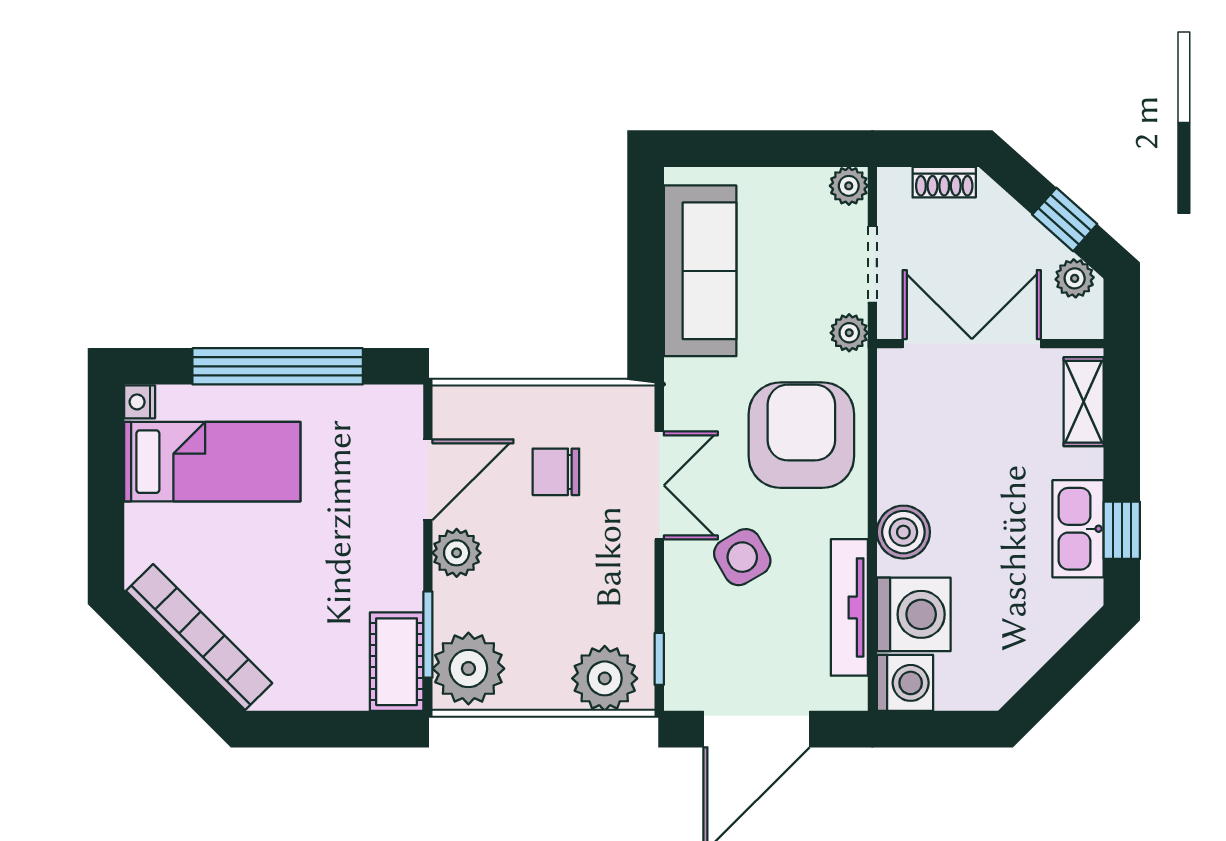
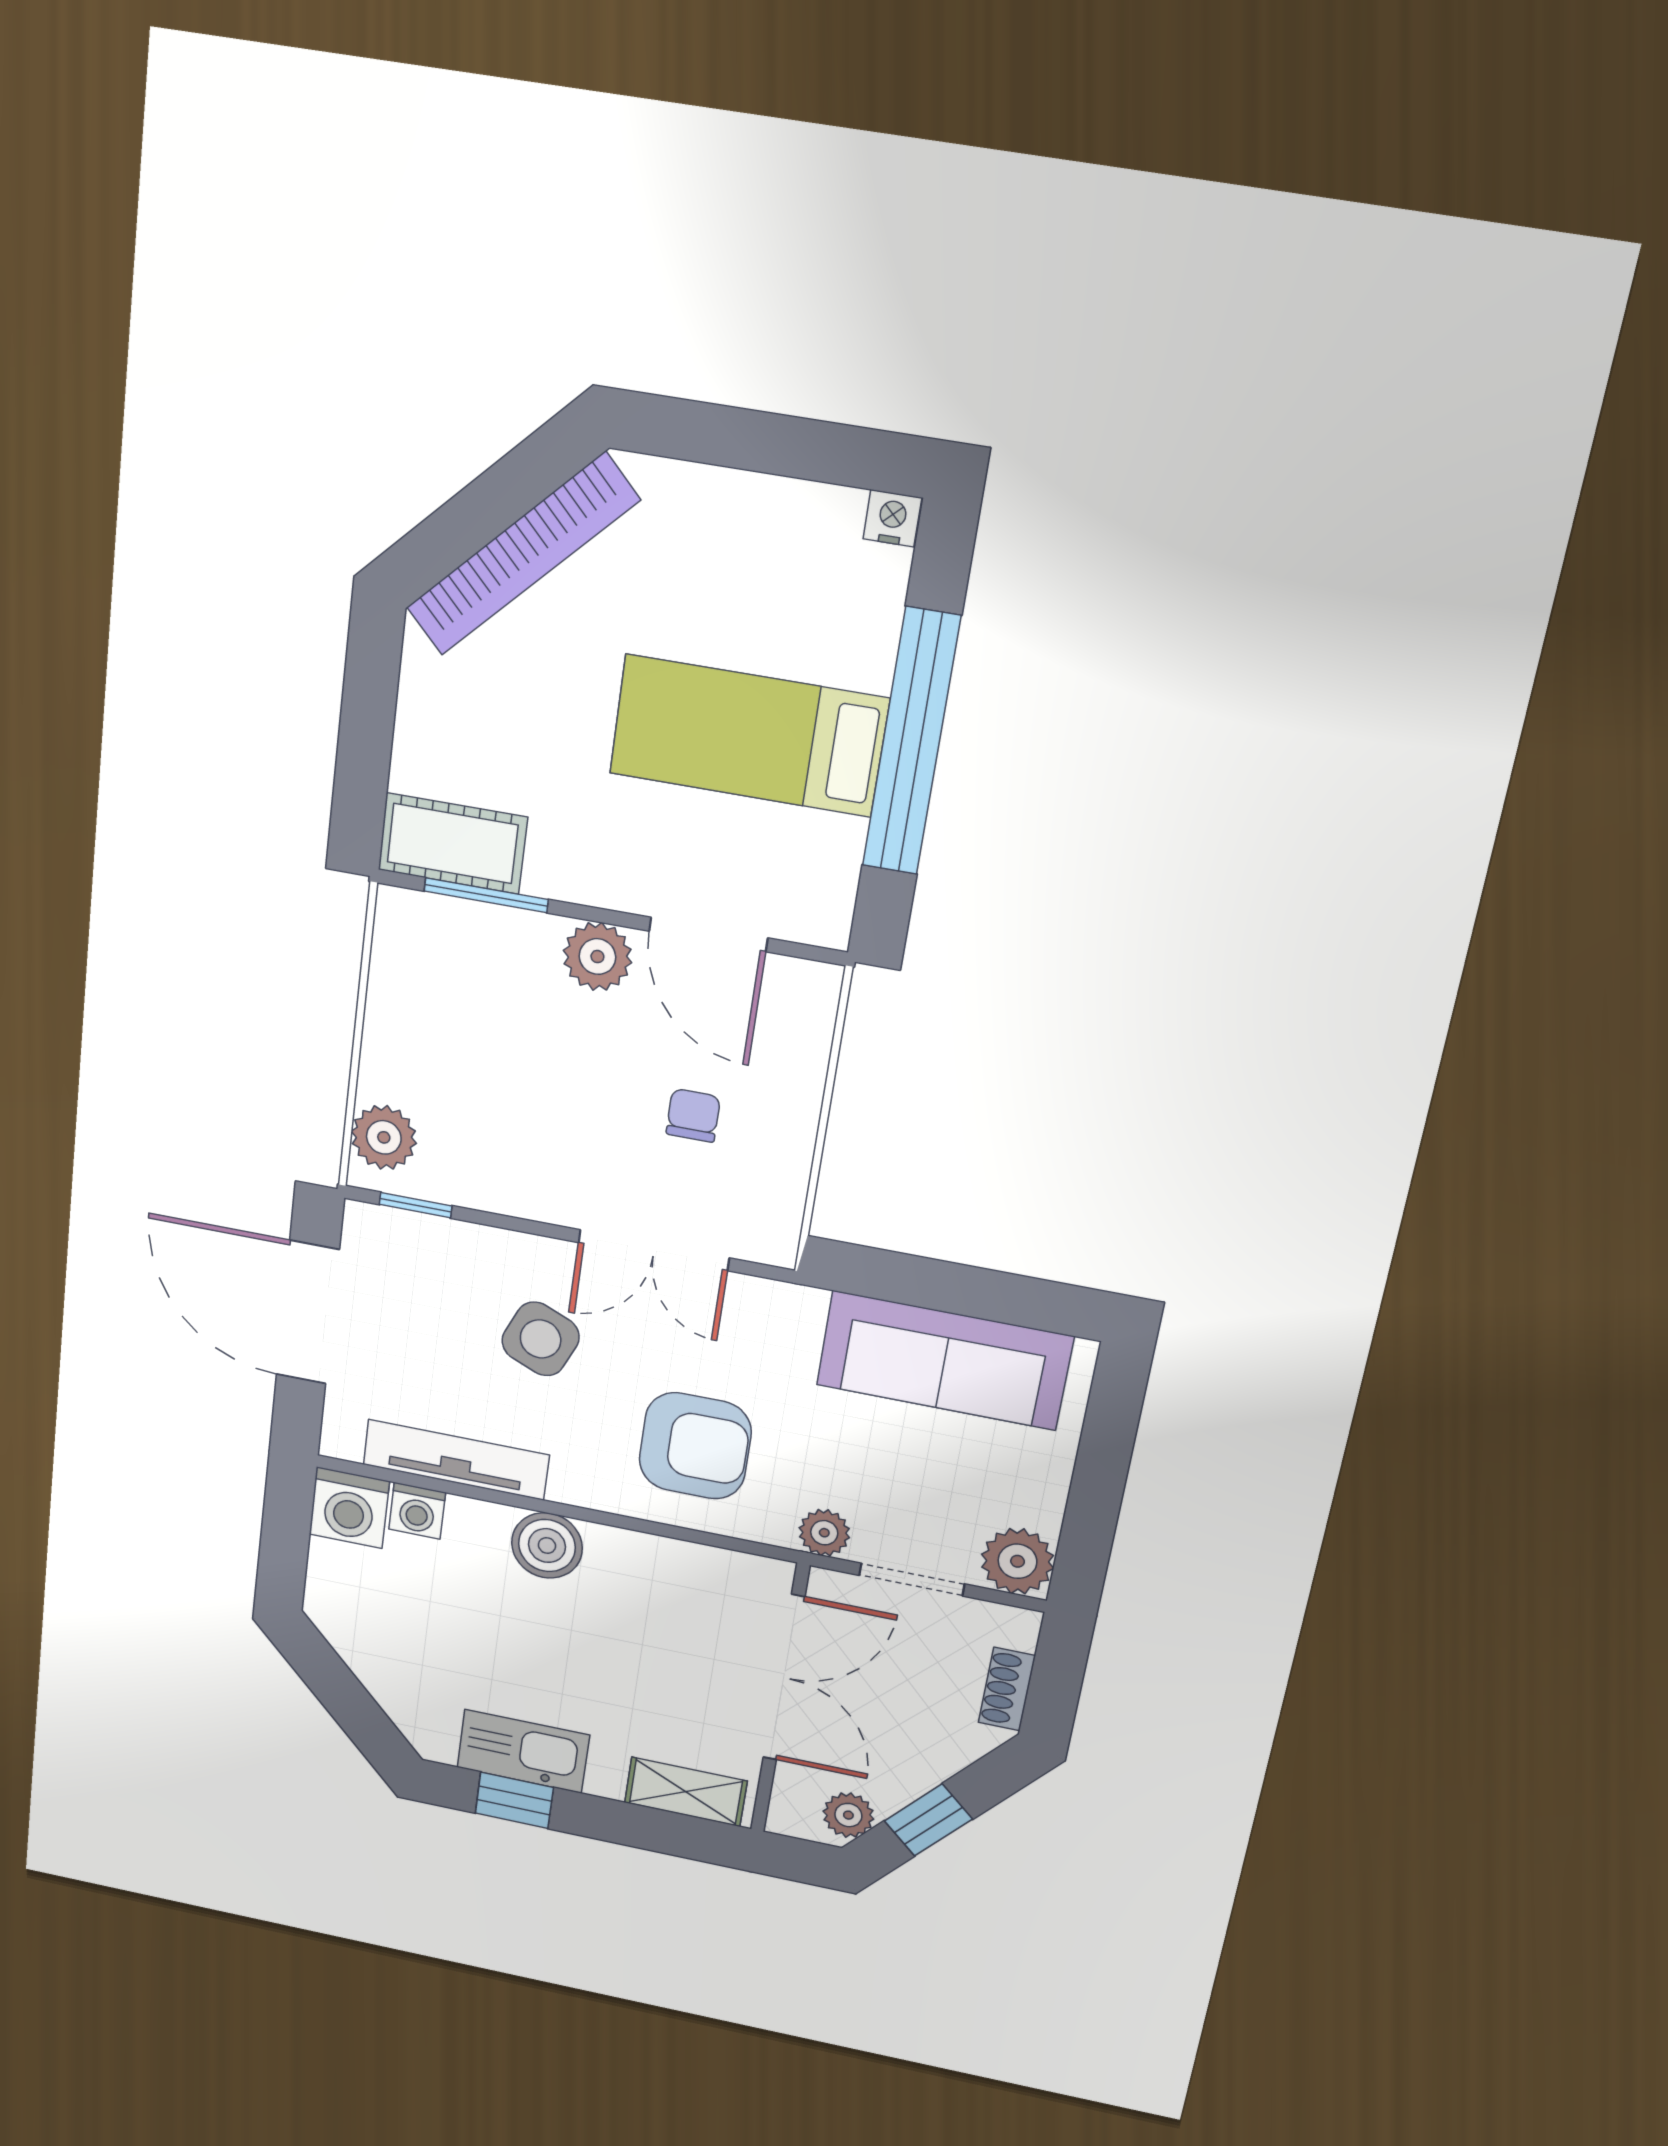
plant: (849, 186) -> (1018, 1561), width x1.38, depth x1.38
armchair: (801, 435) -> (695, 1446), width x0.73, depth x0.73
bed: (212, 462) -> (748, 736), moved, turned 90
chair: (556, 472) -> (693, 1115), width x0.73, depth x0.73
side table: (742, 557) -> (541, 1339), turned -37
washing machine: (914, 614) -> (417, 1511), width x0.53, depth x0.53
plant: (468, 669) -> (431, 944), removed
plant: (605, 678) -> (384, 1137), width x0.73, depth x0.73

